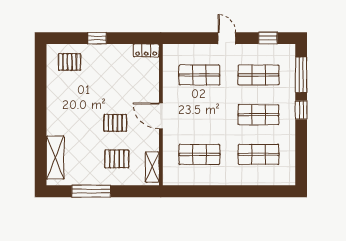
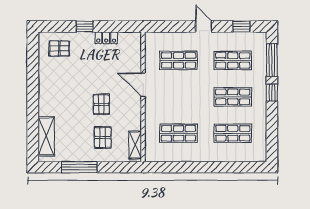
locker: (146, 50) -> (106, 38), moved
door: (161, 116) -> (143, 85), moved
pallet: (115, 123) -> (101, 104), turned 90
pallet: (117, 159) -> (103, 137), turned 90

